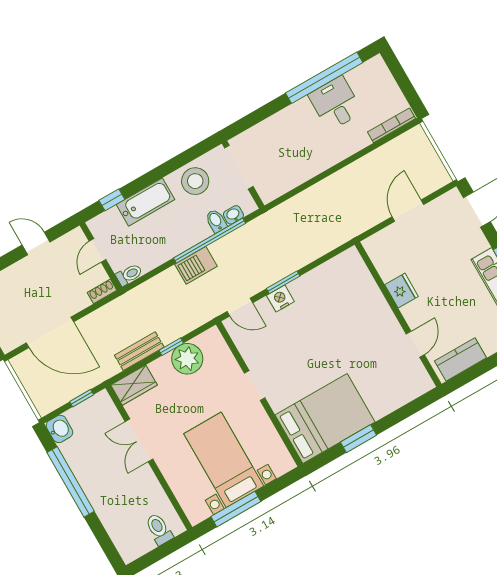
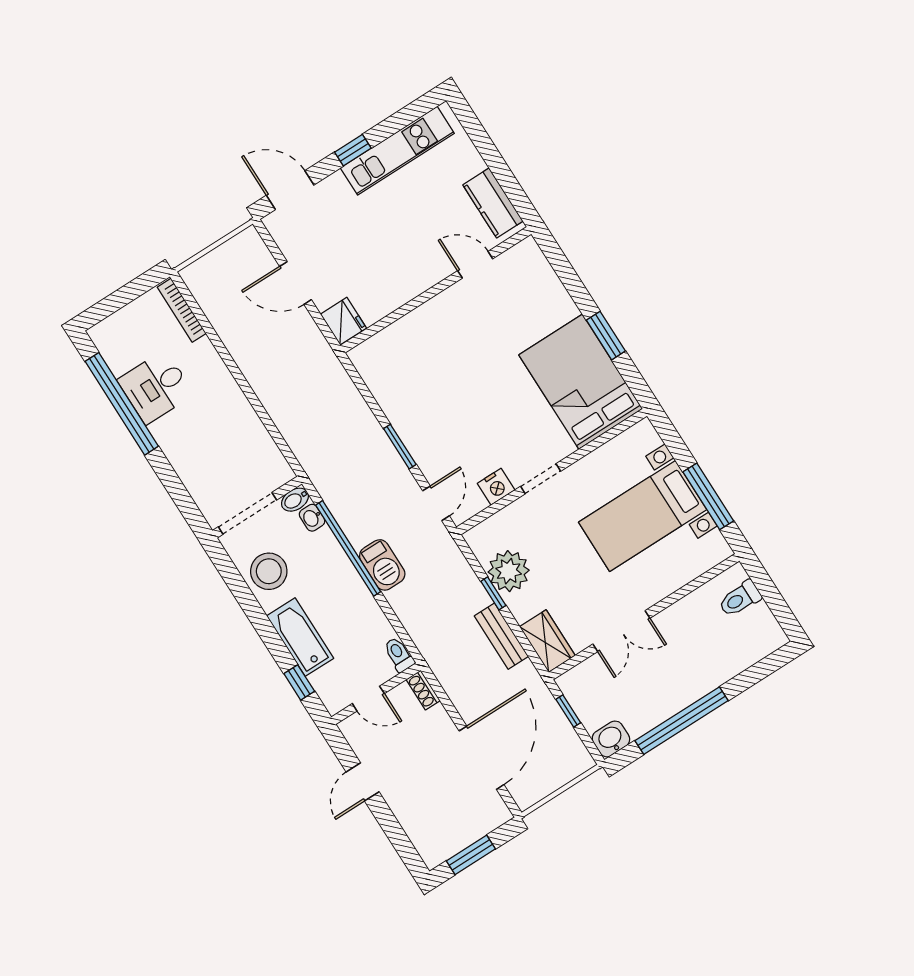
bidet: (216, 221) -> (295, 500), moved
fridge: (401, 291) -> (343, 321), moved, turned 90
nightstand: (280, 299) -> (496, 487), moved, turned -90

